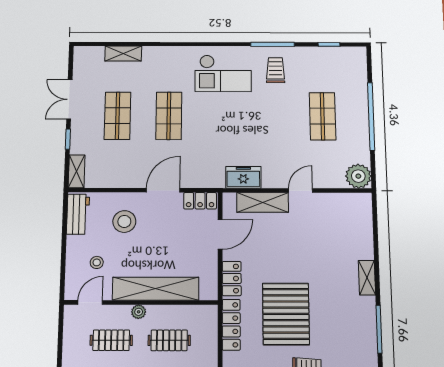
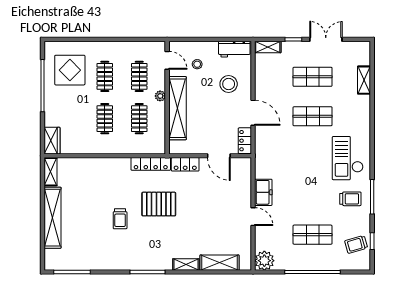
trolley: (334, 63) -> (356, 244), added
freezer: (243, 177) -> (263, 192), moved
shelving: (263, 202) -> (220, 263), moved, turned 90
pallet: (286, 314) -> (159, 204), width x0.73, depth x0.71

